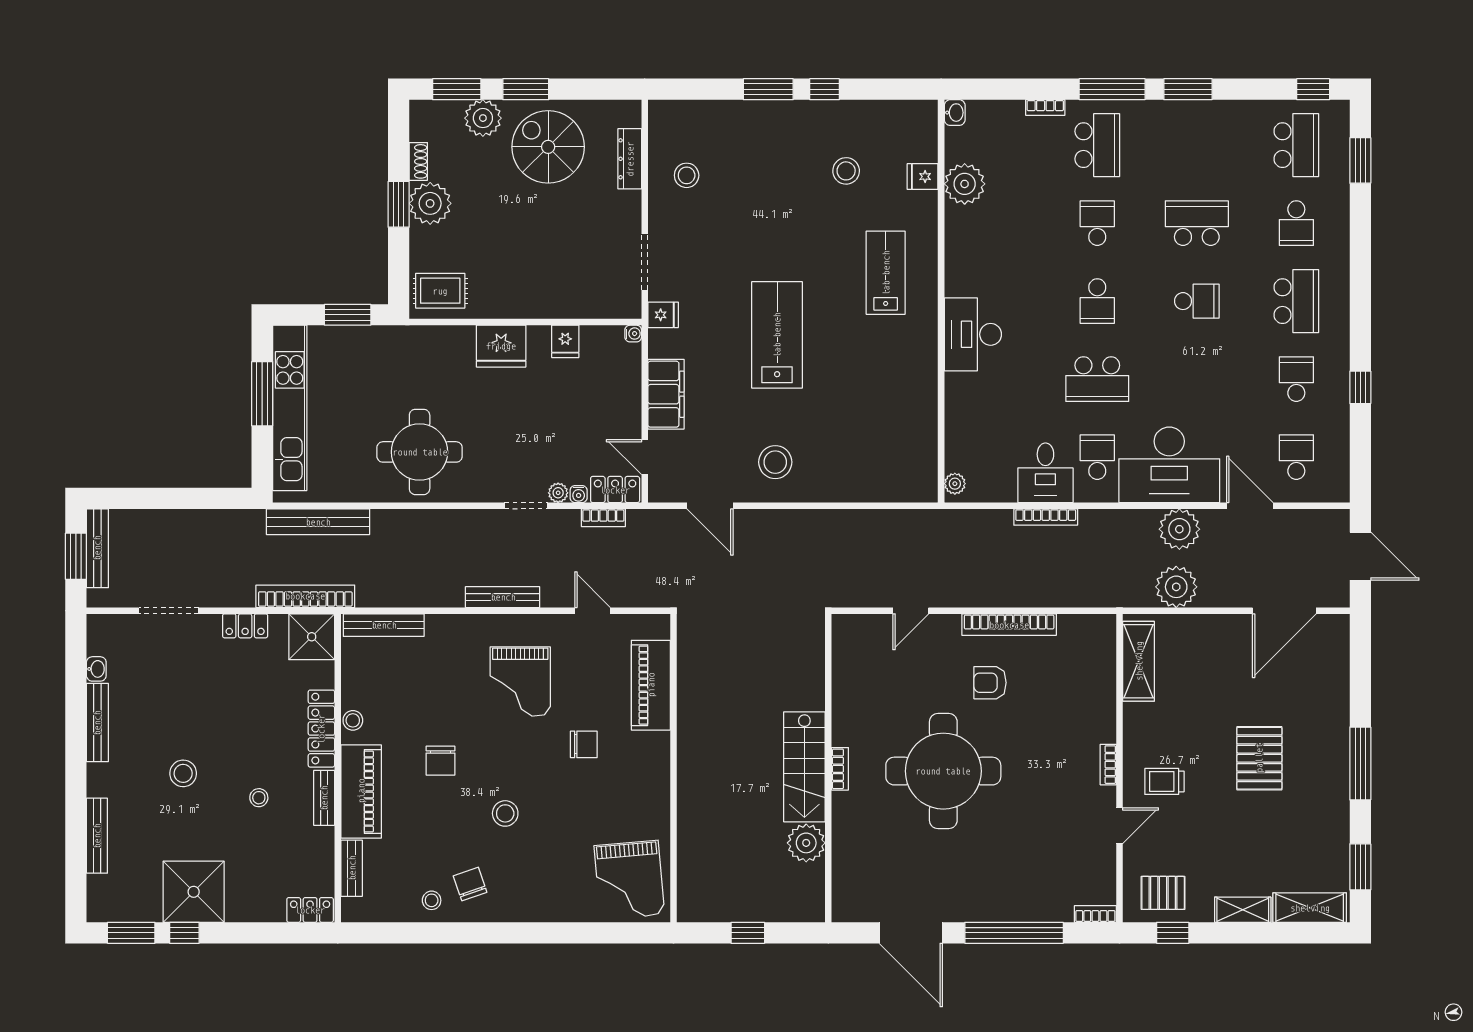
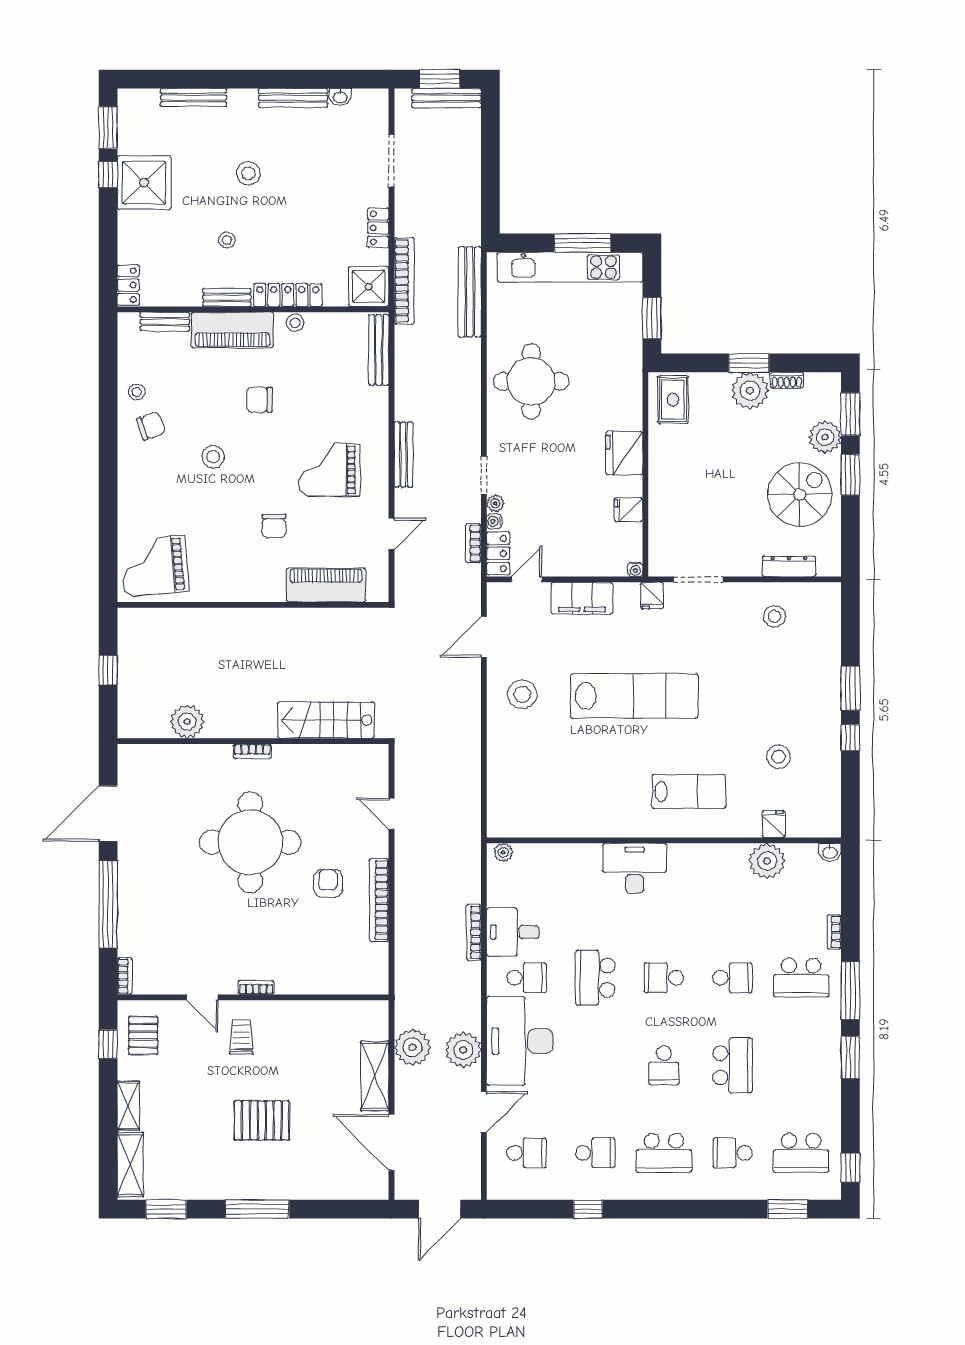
lab bench: (777, 335) -> (634, 696), width x1.36
shelving: (1139, 661) -> (375, 1076), moved, turned 90
stairs: (804, 767) -> (326, 720), moved

